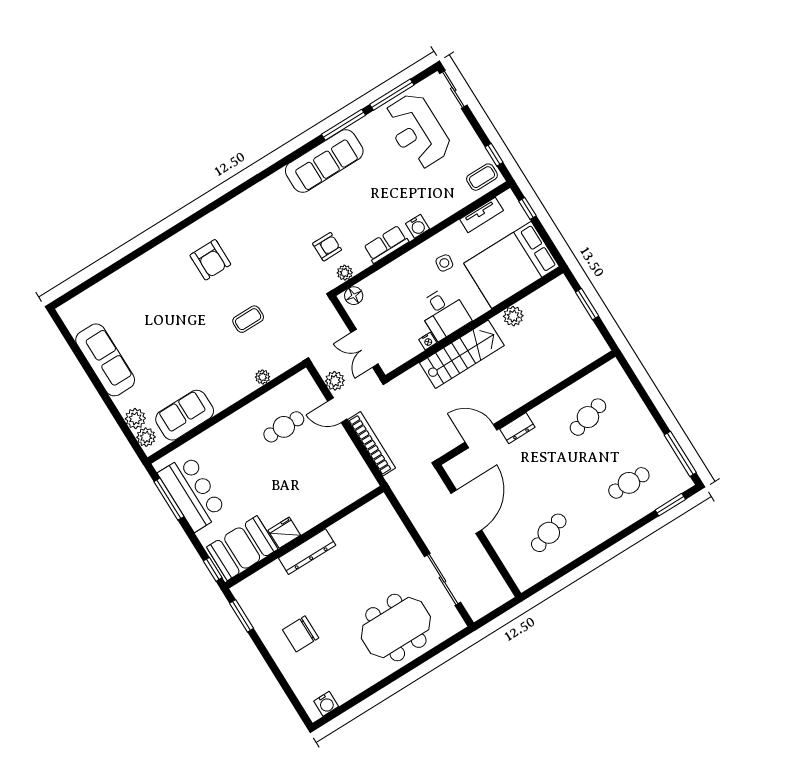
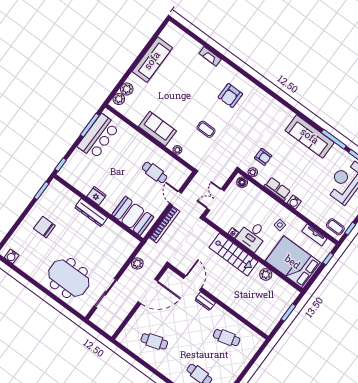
fireplace: (136, 267) -> (210, 56), added
plant: (335, 381) -> (137, 263), moved
sofa: (185, 415) -> (157, 129), moved
booth: (242, 548) -> (133, 216), moved

